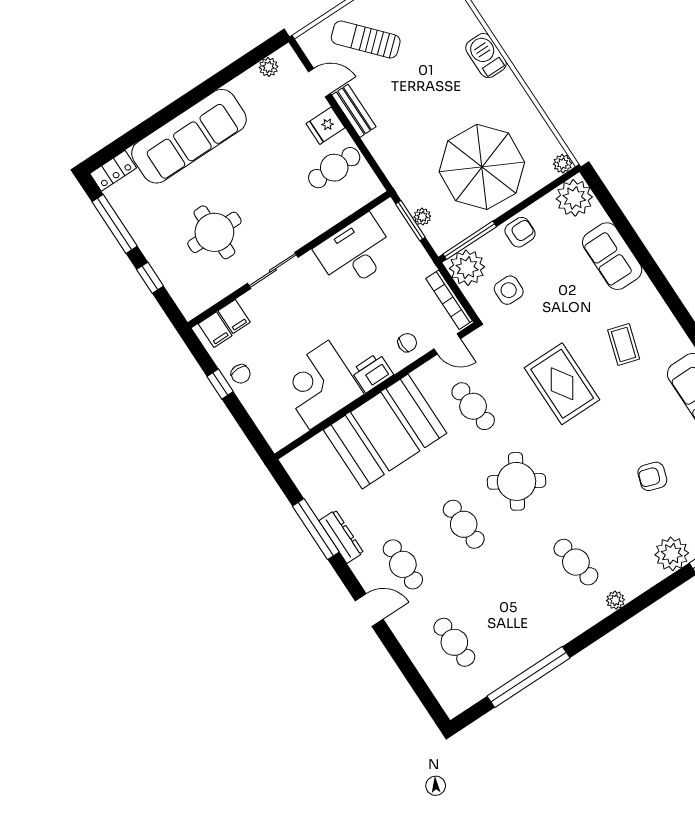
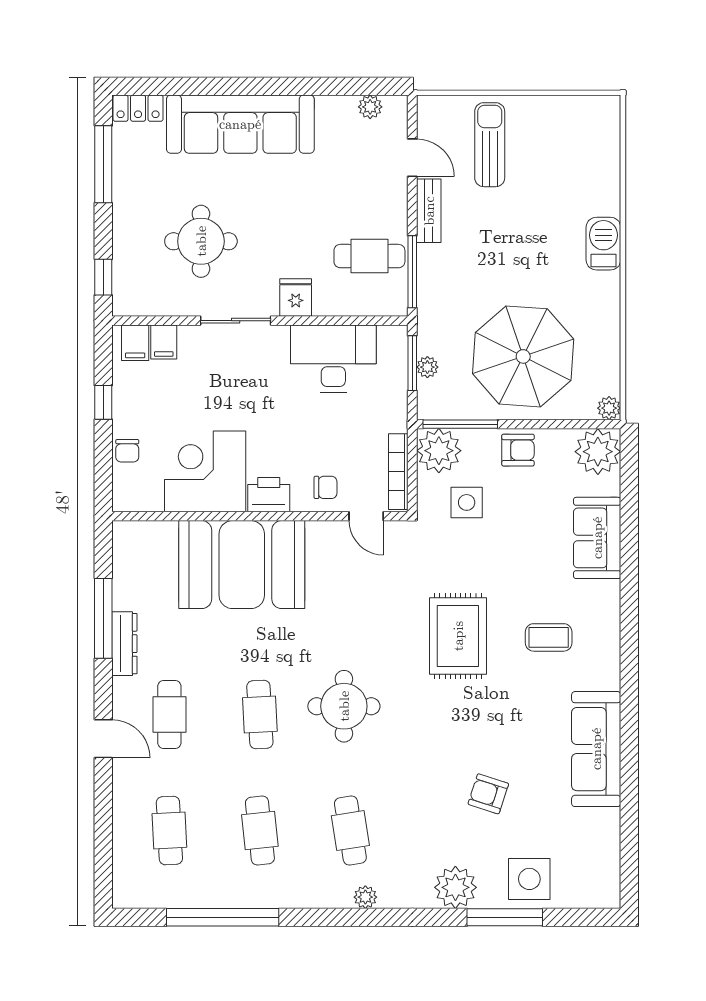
sun lounger: (366, 39) -> (490, 145), turned 42
fridge: (326, 126) -> (296, 297), moved, turned 90
window: (370, 159) -> (412, 272), added
window: (150, 278) -> (103, 277), moved
coffee table: (624, 344) -> (549, 637), turned 73
chair: (241, 374) -> (127, 451), moved
cafe table: (473, 406) -> (260, 831), moved
round table: (517, 481) -> (344, 706), turned -31

